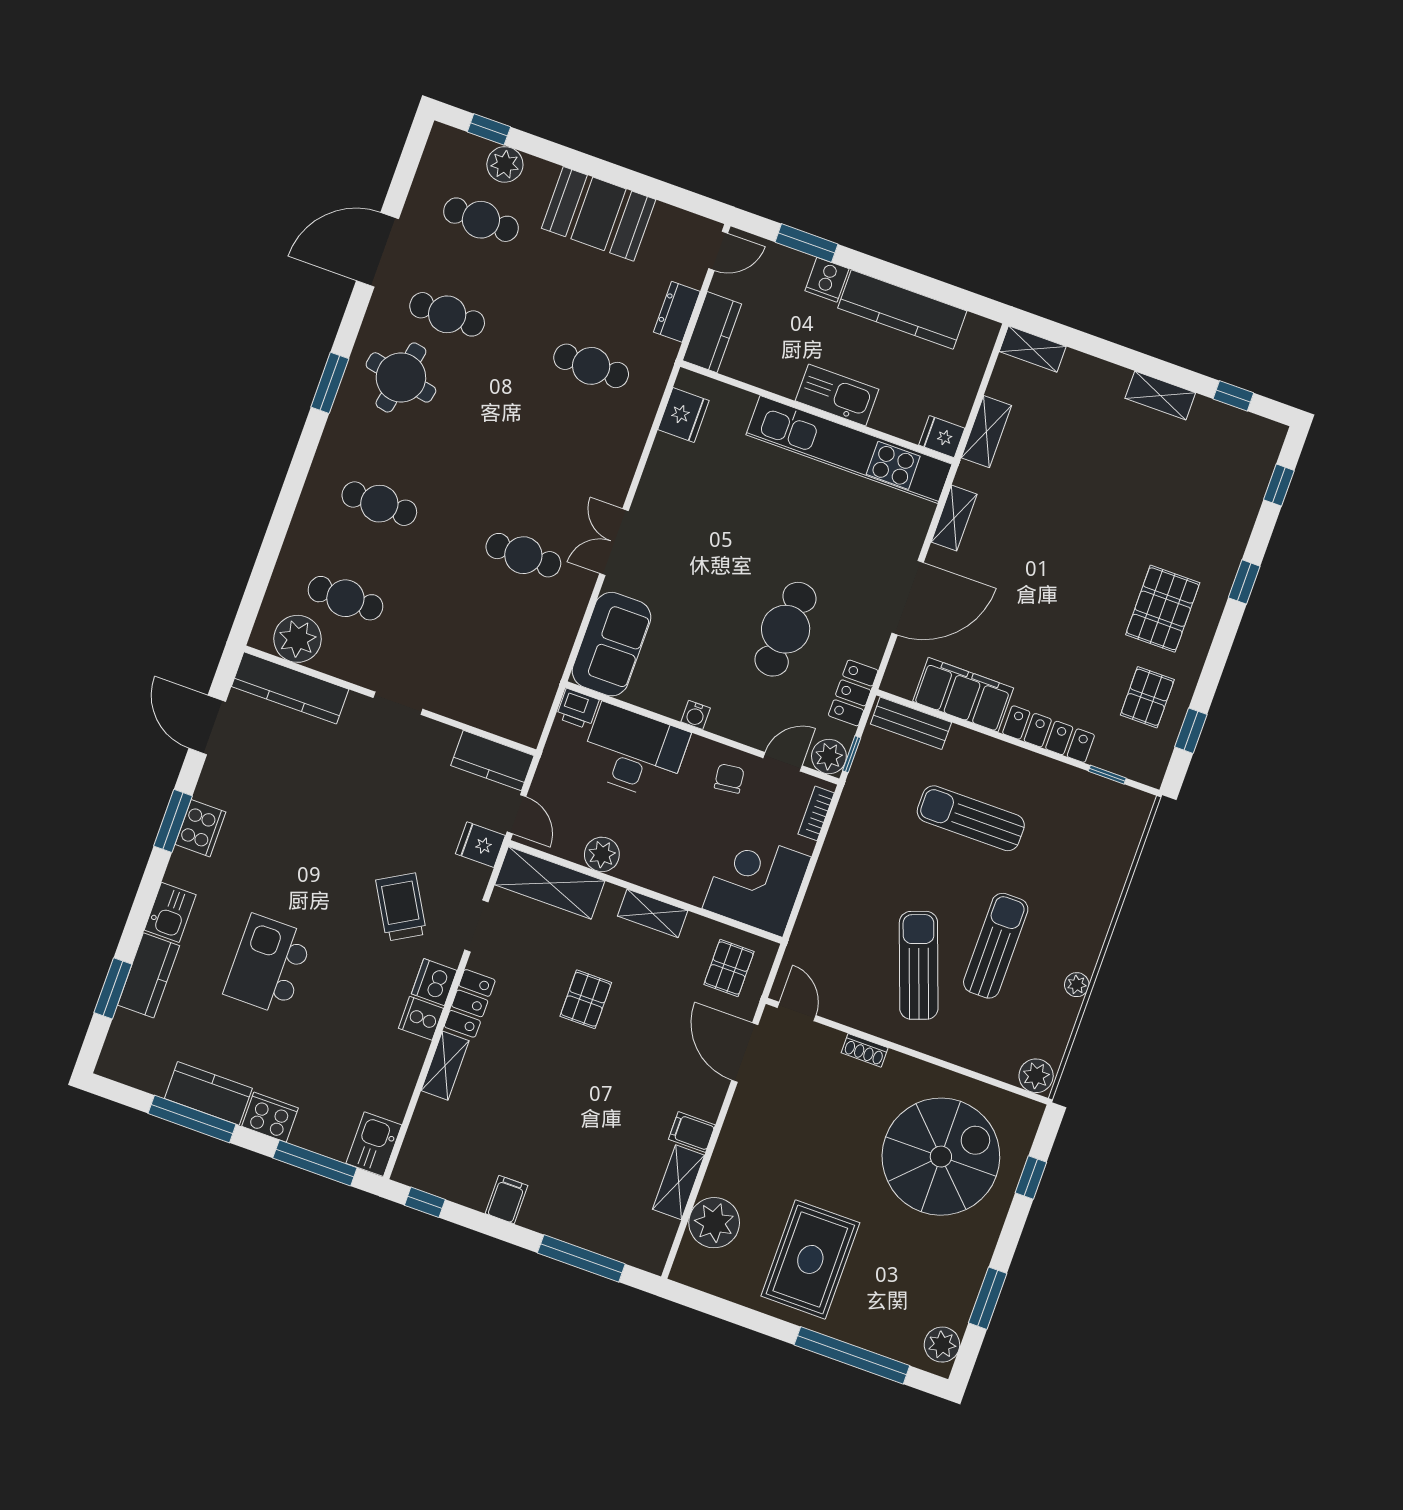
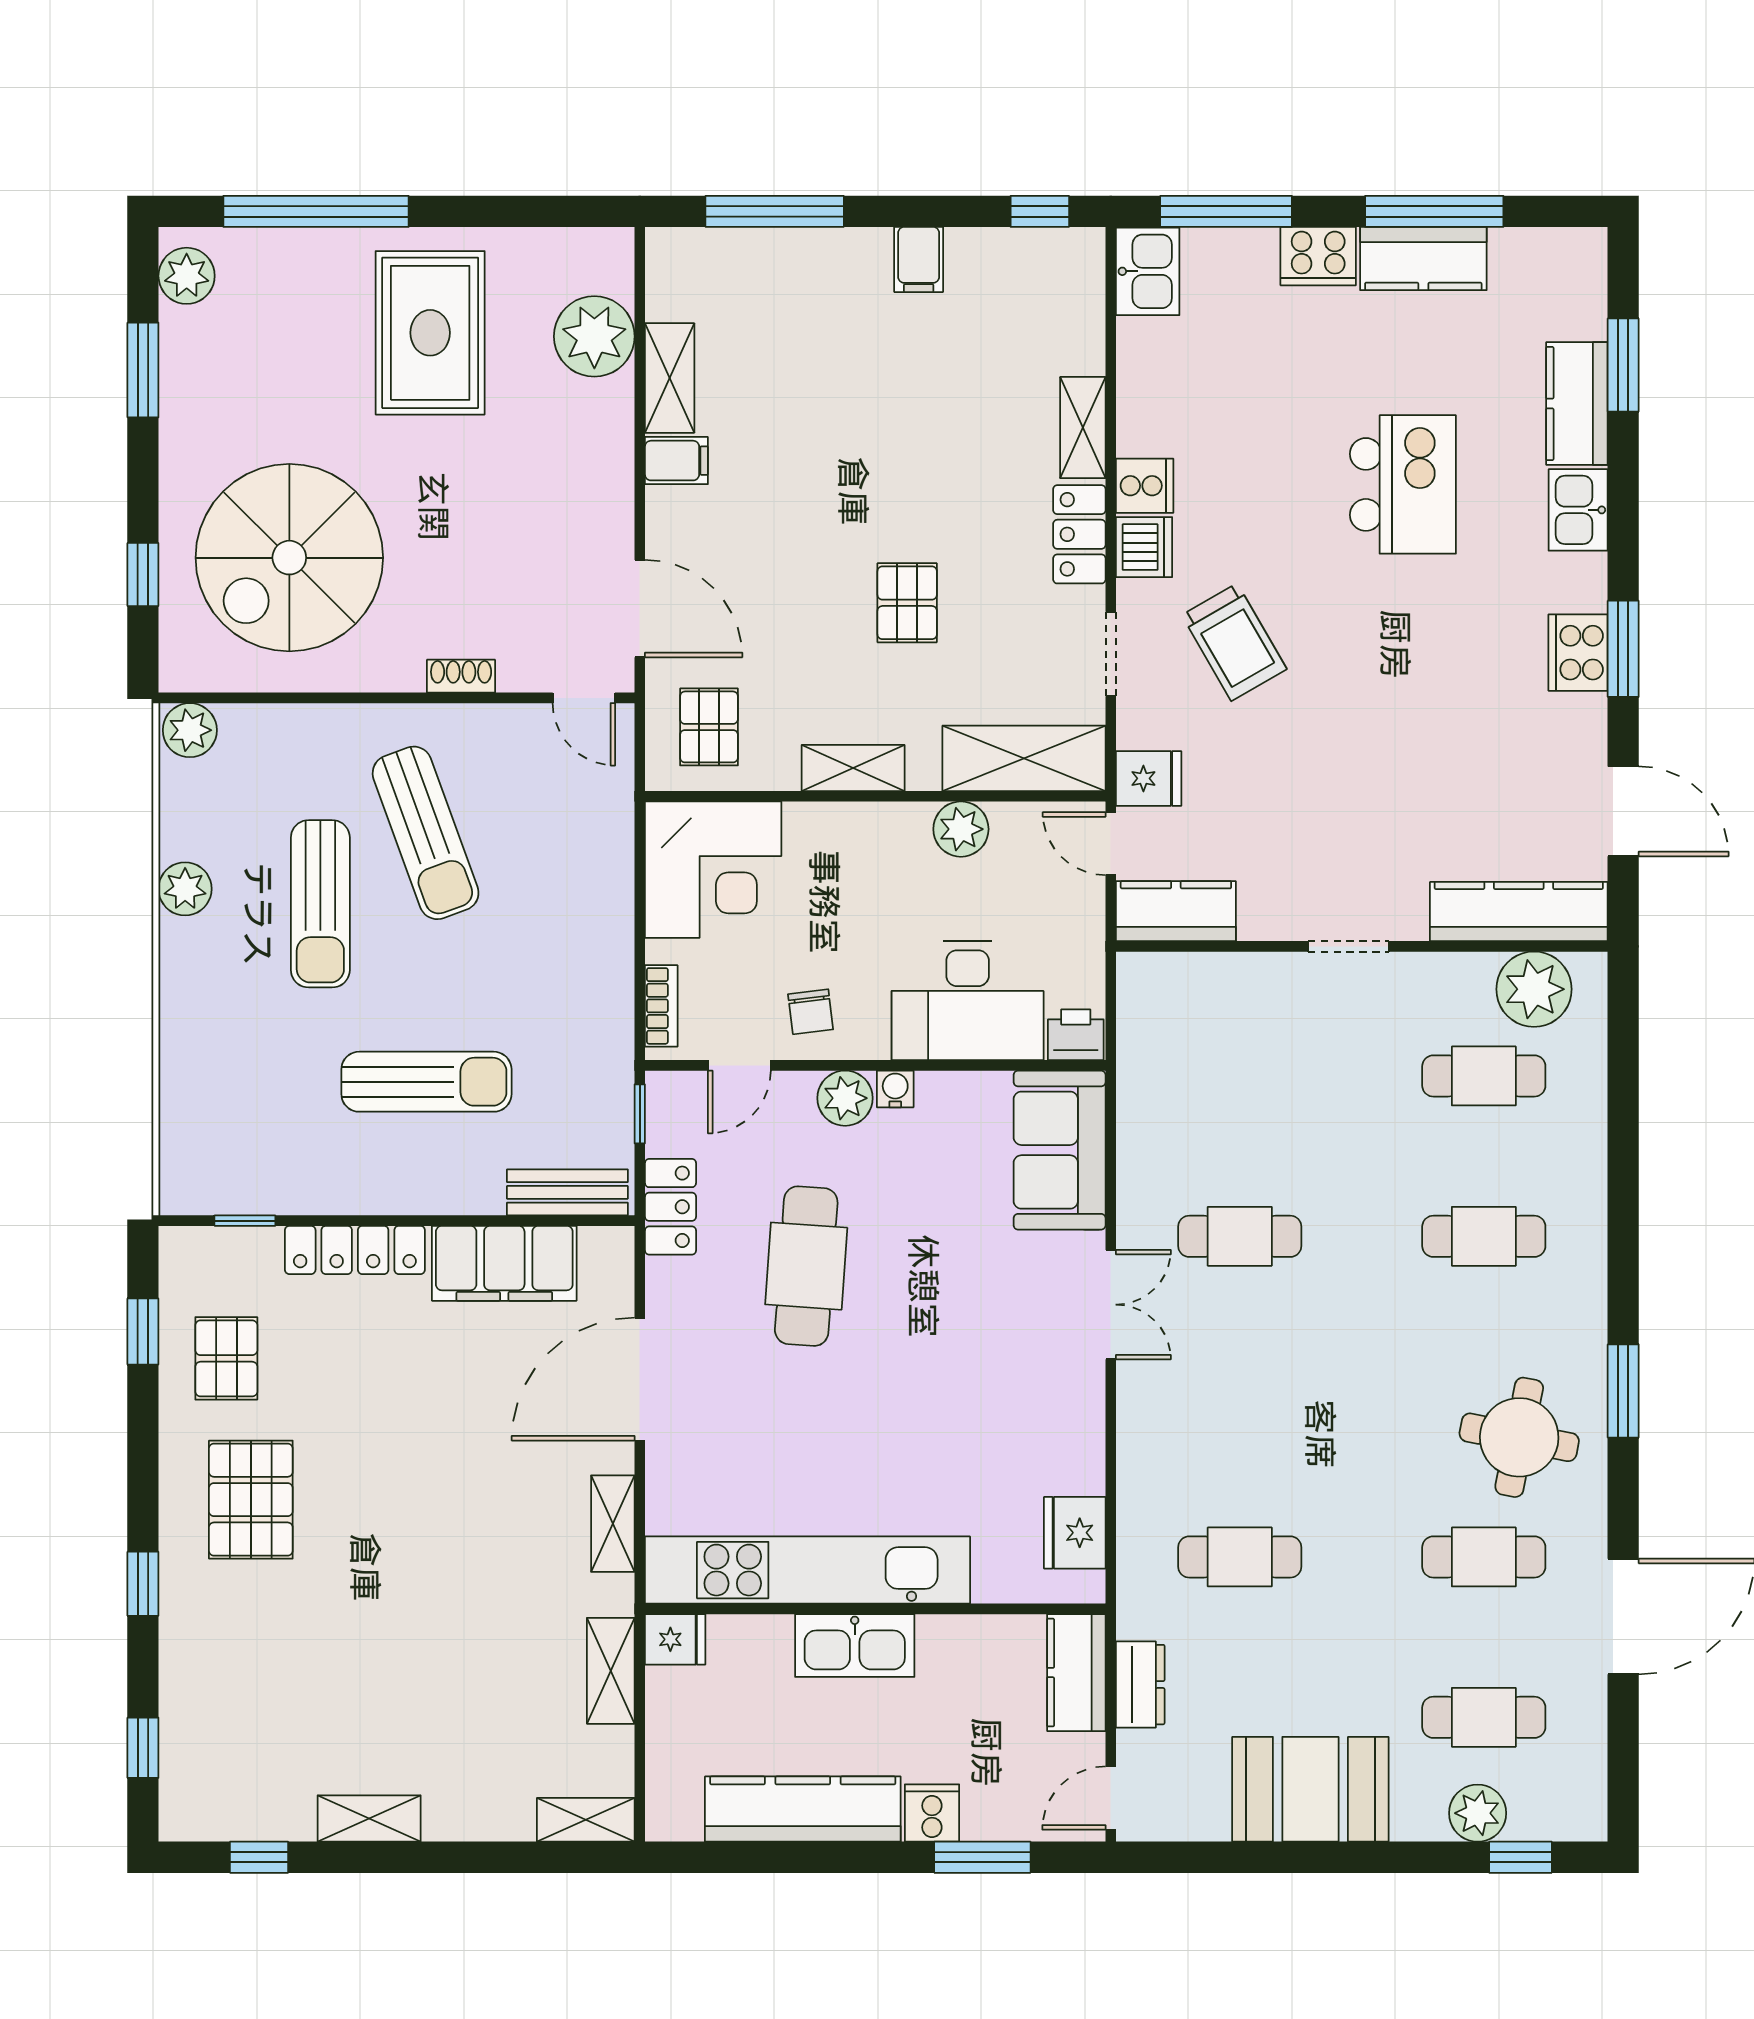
plant: (829, 757) -> (845, 1098), moved
plant: (1077, 985) -> (185, 889), width x1.38, depth x1.38

